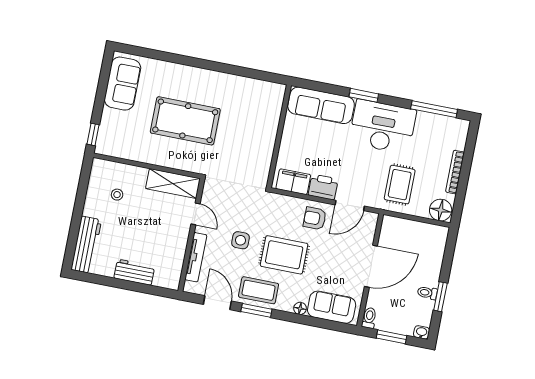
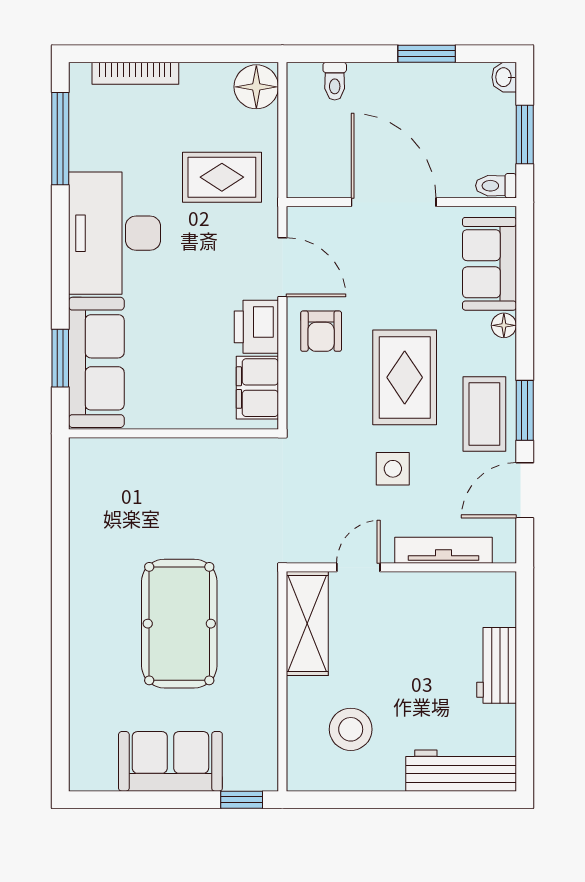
sofa: (123, 84) -> (170, 761), moved
window: (364, 95) -> (60, 358), moved
bookcase: (455, 172) -> (135, 73), moved
stool: (117, 195) -> (351, 729), width x1.89, depth x1.89
toilet: (427, 293) -> (335, 81), moved

